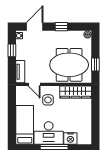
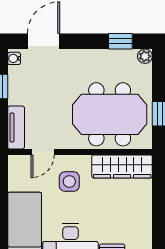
window: (61, 27) -> (120, 41), moved
door: (34, 84) -> (43, 152), hinge flipped

